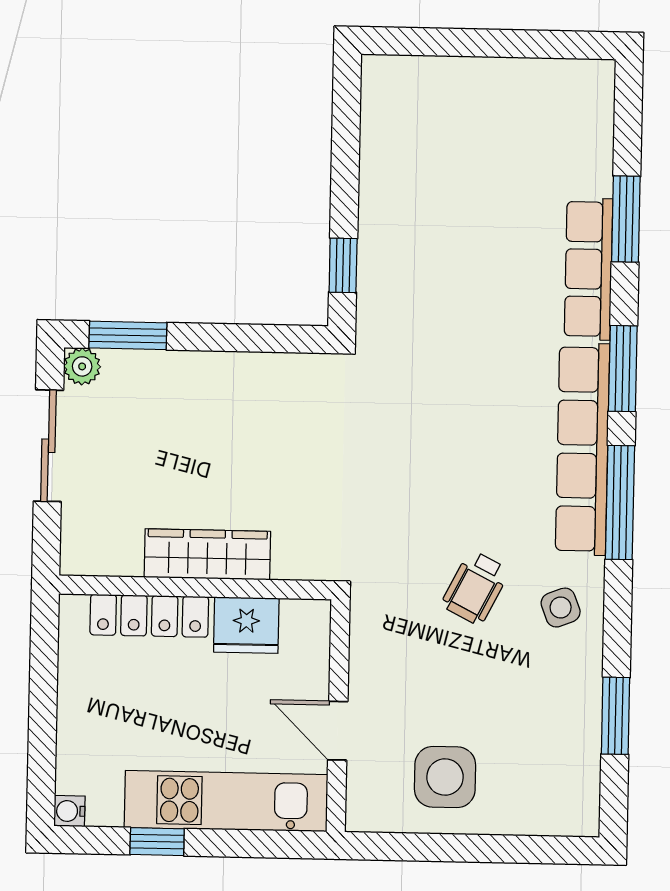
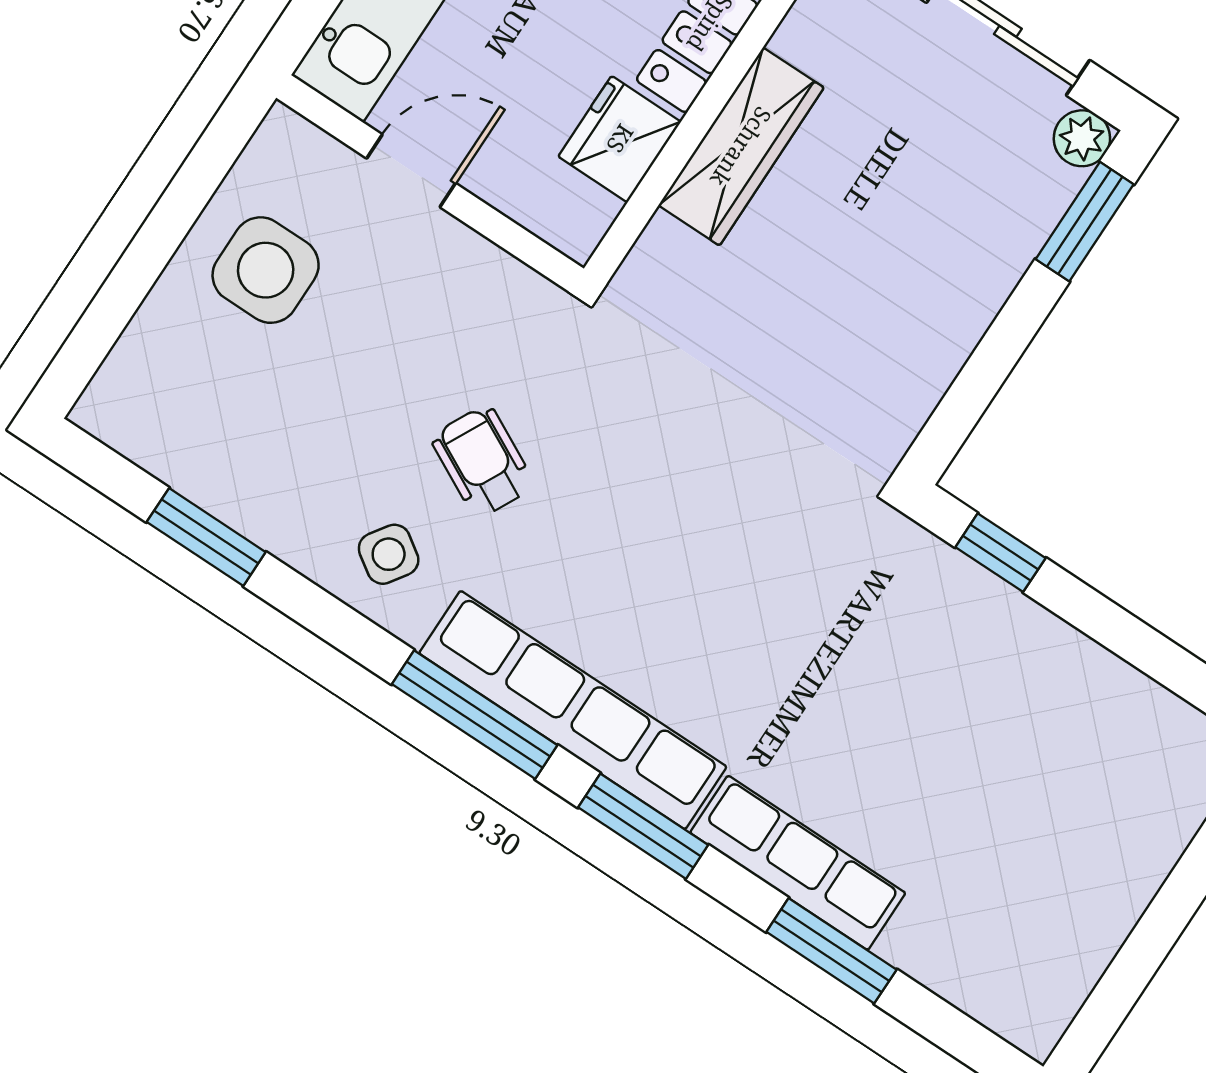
side table: (561, 608) -> (389, 554), turned -35

